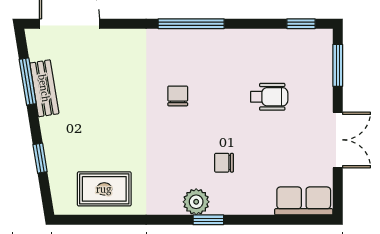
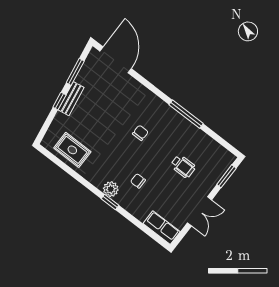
window: (191, 24) -> (186, 114), moved
window: (301, 24) -> (224, 144), removed
bench: (44, 88) -> (71, 99), moved
window: (40, 158) -> (59, 101), moved

